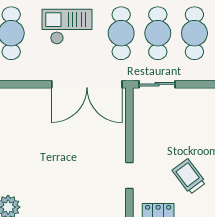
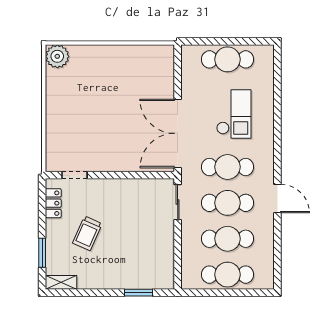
doorway: (129, 175) -> (75, 175), moved
trolley: (189, 176) -> (87, 233), turned 151

